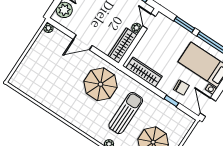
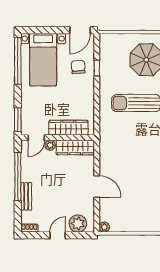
window: (184, 24) -> (18, 120), moved
wardrobe: (144, 72) -> (68, 128), moved, turned 90
parasol: (101, 84) -> (125, 144), removed

